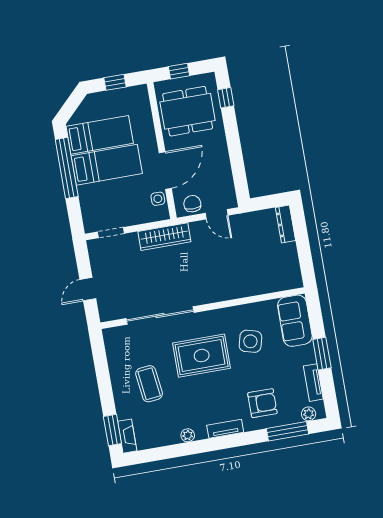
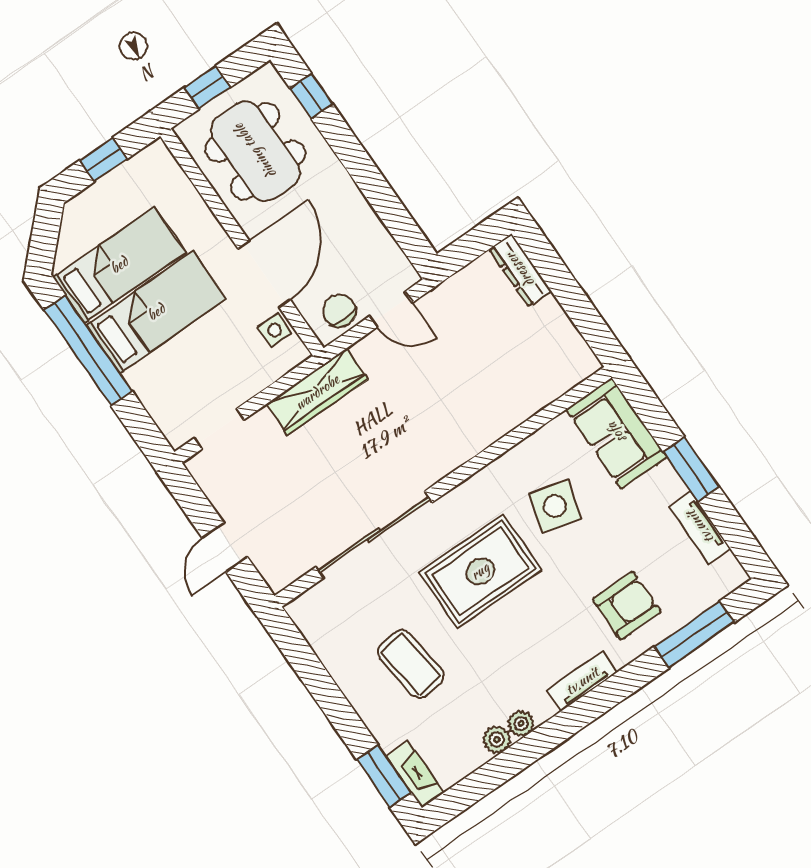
dining table: (188, 111) -> (255, 151), turned 90
plant: (309, 414) -> (497, 740), moved

